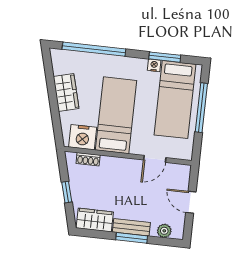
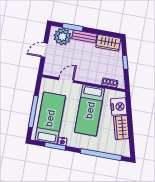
nightstand: (83, 137) -> (119, 107), moved, turned 75
door: (191, 202) -> (44, 50), swing flipped
plant: (164, 231) -> (62, 37), width x1.88, depth x1.88
window: (132, 238) -> (73, 27), moved

